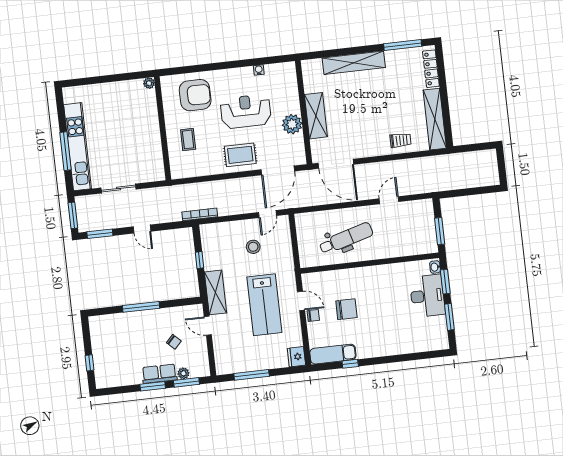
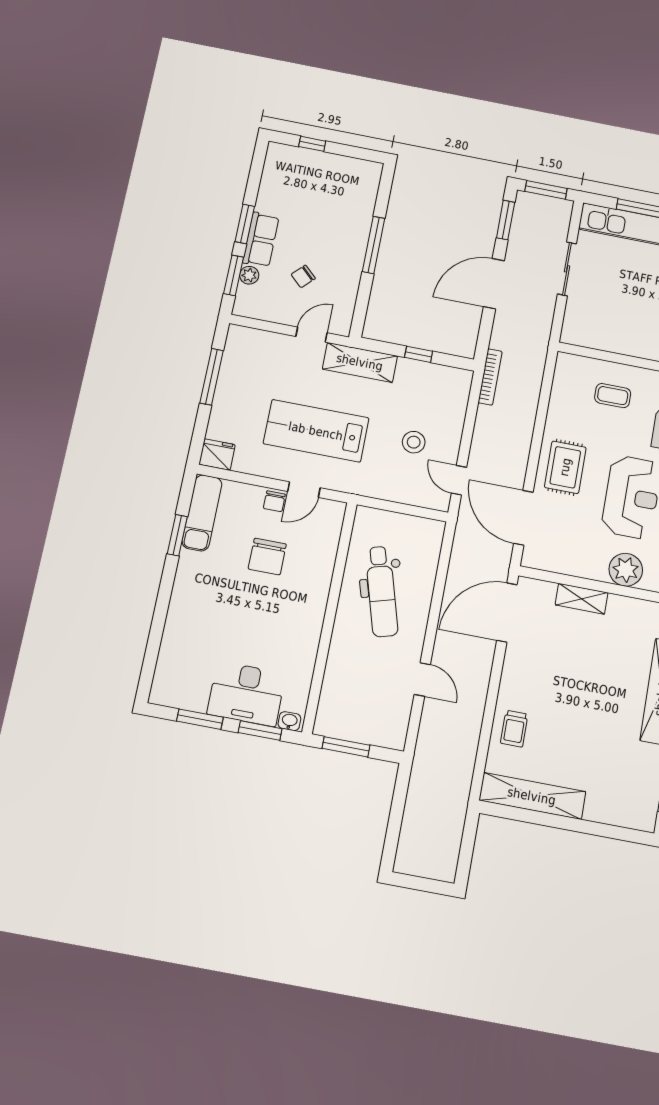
locker: (431, 69) -> (617, 815), removed
shelving: (316, 116) -> (582, 599), width x0.67, depth x0.75
plant: (292, 124) -> (626, 570), moved
door: (142, 229) -> (494, 284), width x1.88
window: (350, 364) -> (177, 535), width x1.50

